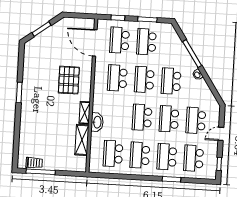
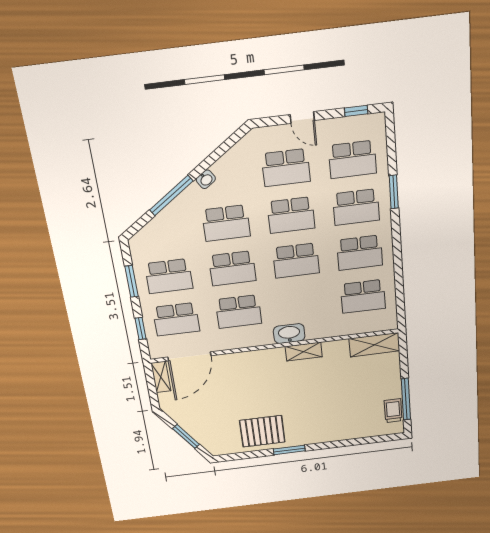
shelving: (85, 23) -> (161, 377), added
pallet: (69, 80) -> (262, 431), moved
washbasin: (97, 122) -> (289, 334), moved
shelving: (82, 140) -> (374, 345), moved

